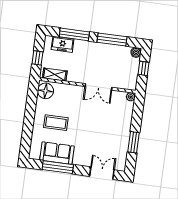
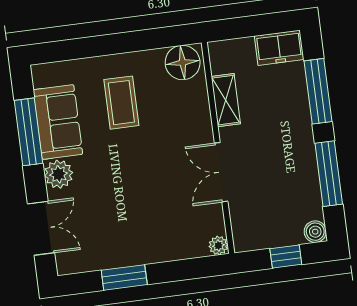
freezer: (63, 44) -> (279, 48), moved, turned -90
window: (37, 58) -> (248, 27), removed
shelving: (55, 75) -> (226, 100), moved
plant: (80, 159) -> (59, 174), added

